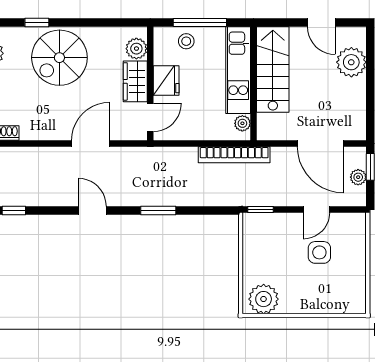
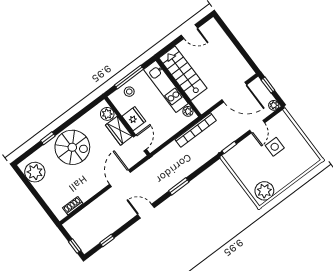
spiral stairs: (59, 58) -> (72, 147), turned -90
plant: (351, 62) -> (219, 40), removed
plant: (358, 177) -> (274, 105), moved

